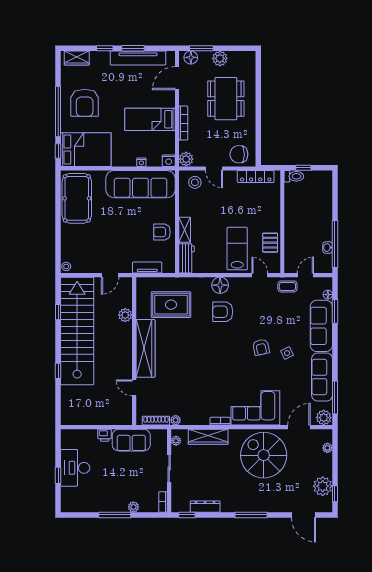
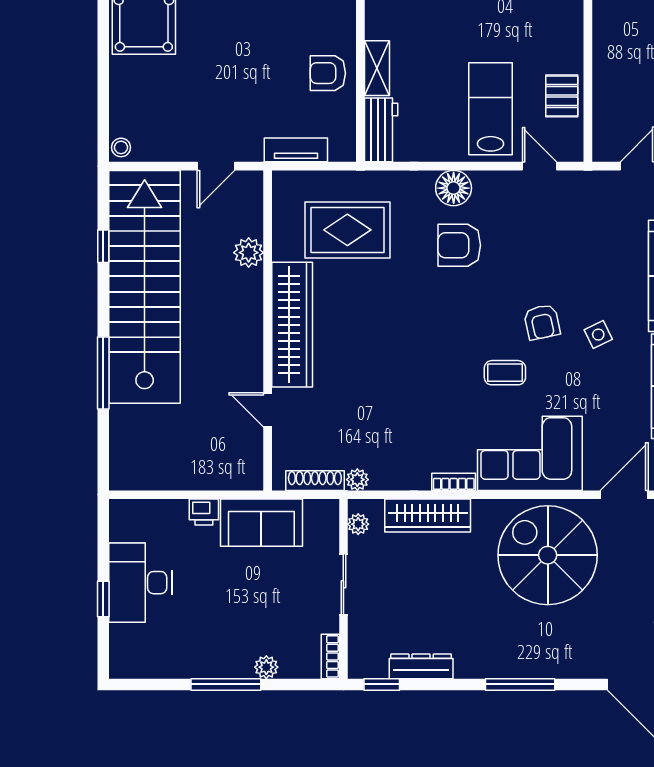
coffee table: (287, 286) -> (505, 373), moved
window: (58, 371) -> (103, 373), width x2.17

